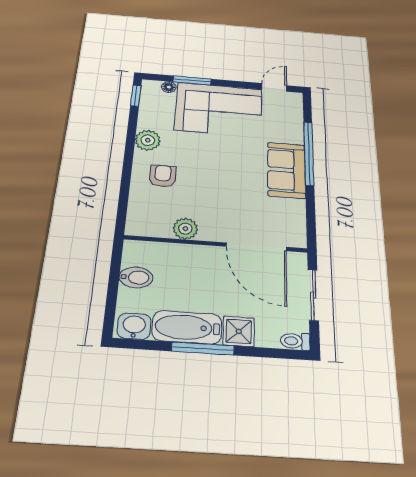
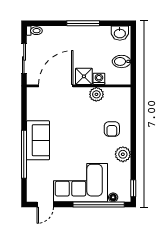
window: (192, 80) -> (99, 205), width x2.11
door: (256, 247) -> (56, 86), hinge flipped
washing machine: (179, 252) -> (99, 79), added
bathtub: (187, 327) -> (92, 34), removed
shower: (239, 331) -> (84, 76), moved

